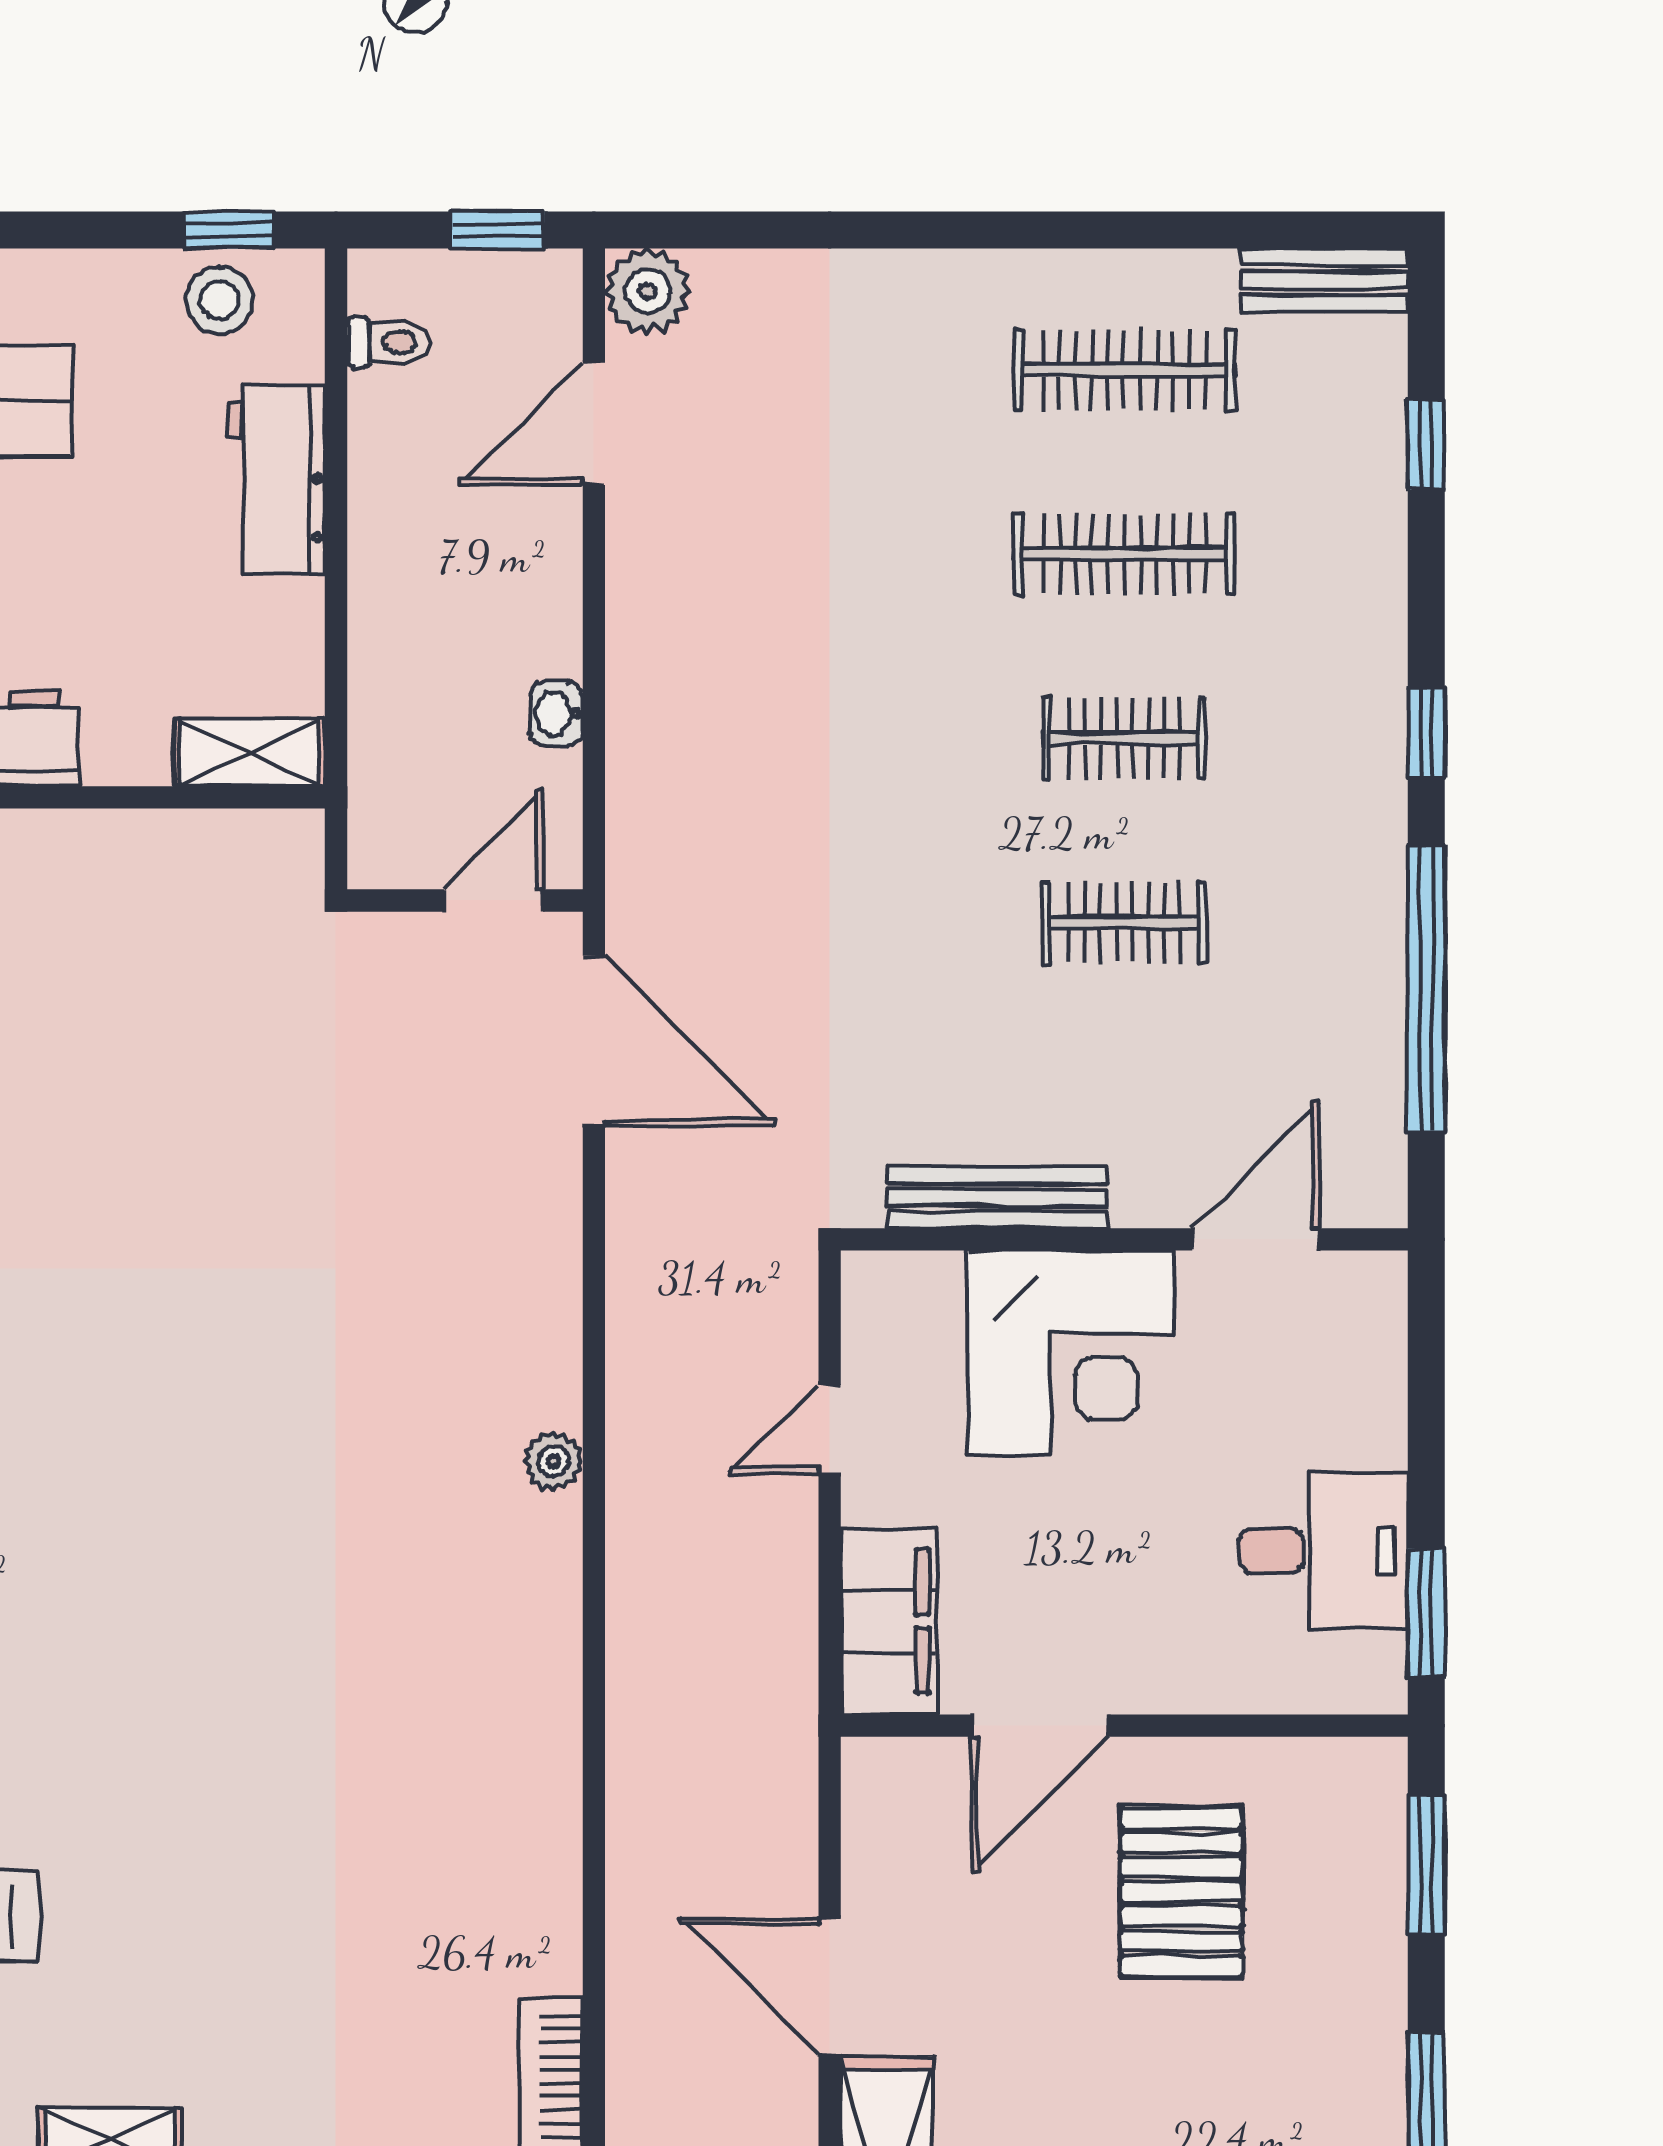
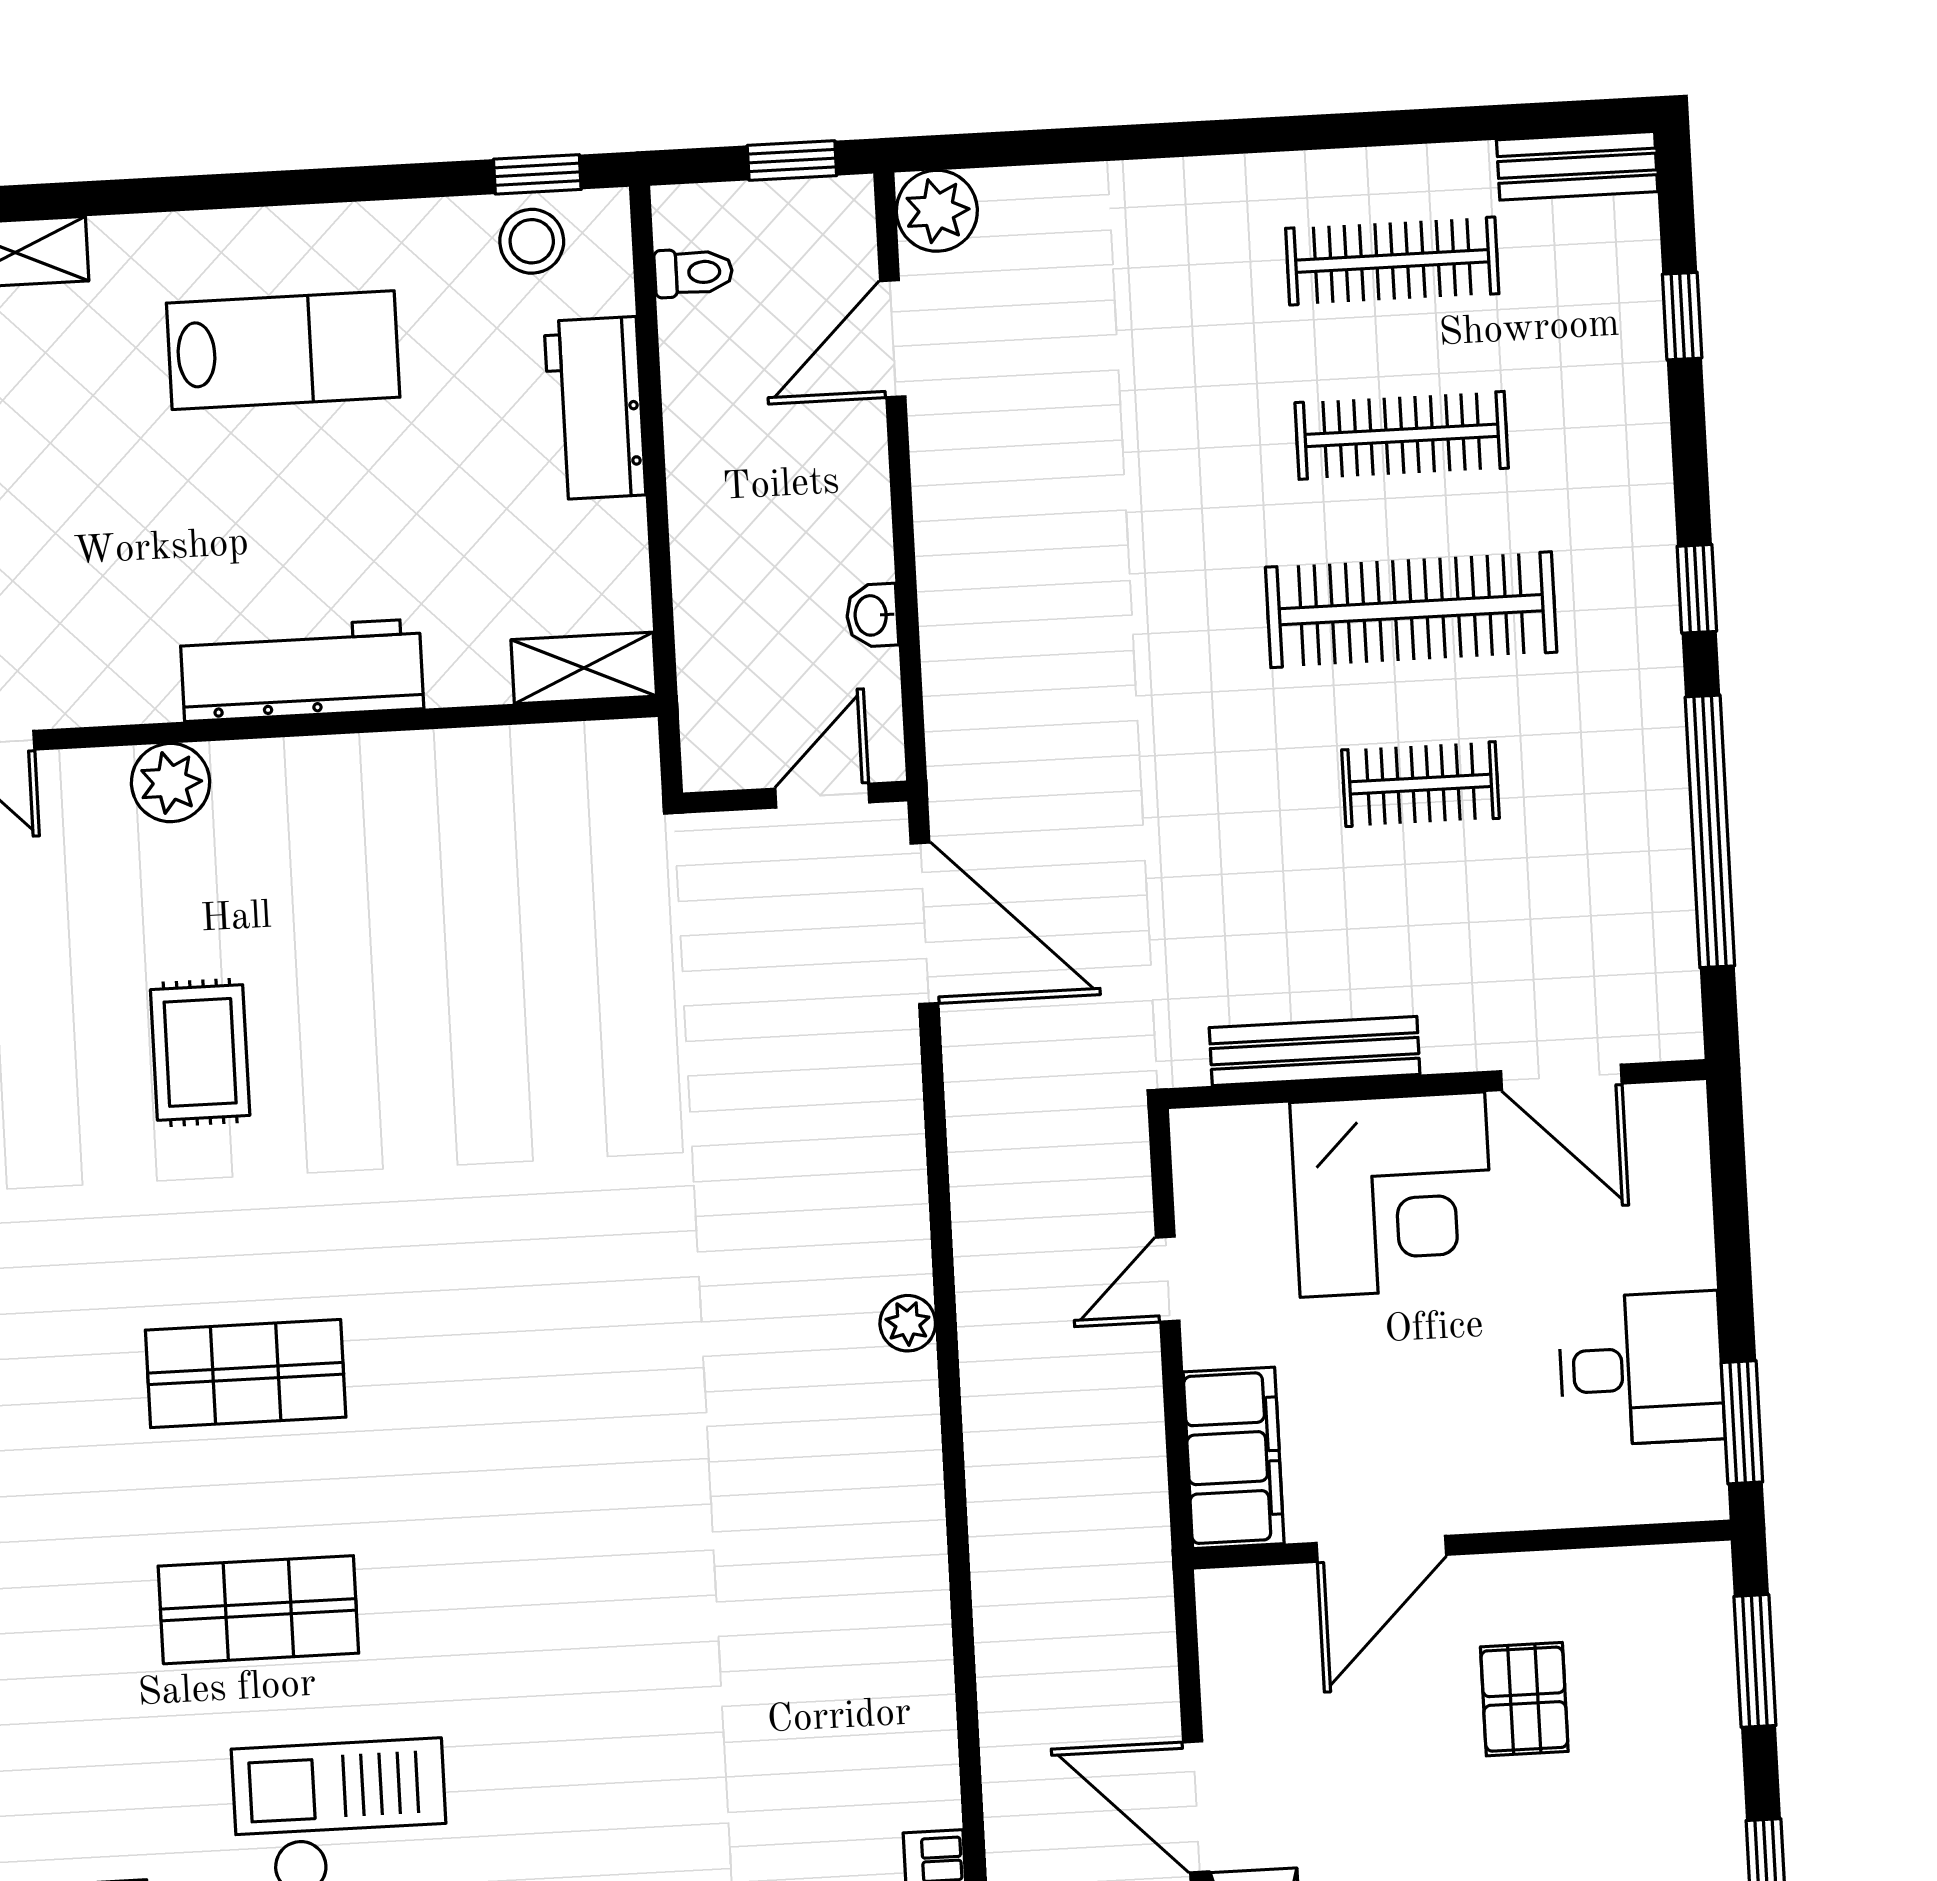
clothes rail: (1124, 738) -> (1411, 610), width x1.86, depth x1.31
door: (1256, 1239) -> (1561, 1077), swing flipped
pallet: (1181, 1892) -> (1524, 1699), width x0.67, depth x0.71

